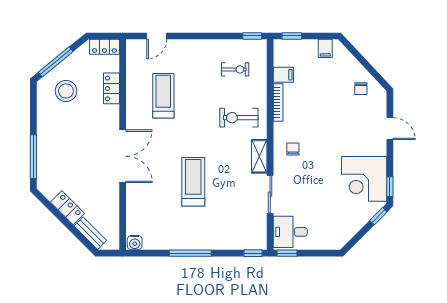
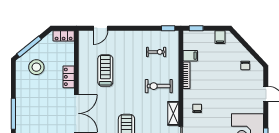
locker: (111, 88) -> (69, 77), moved

